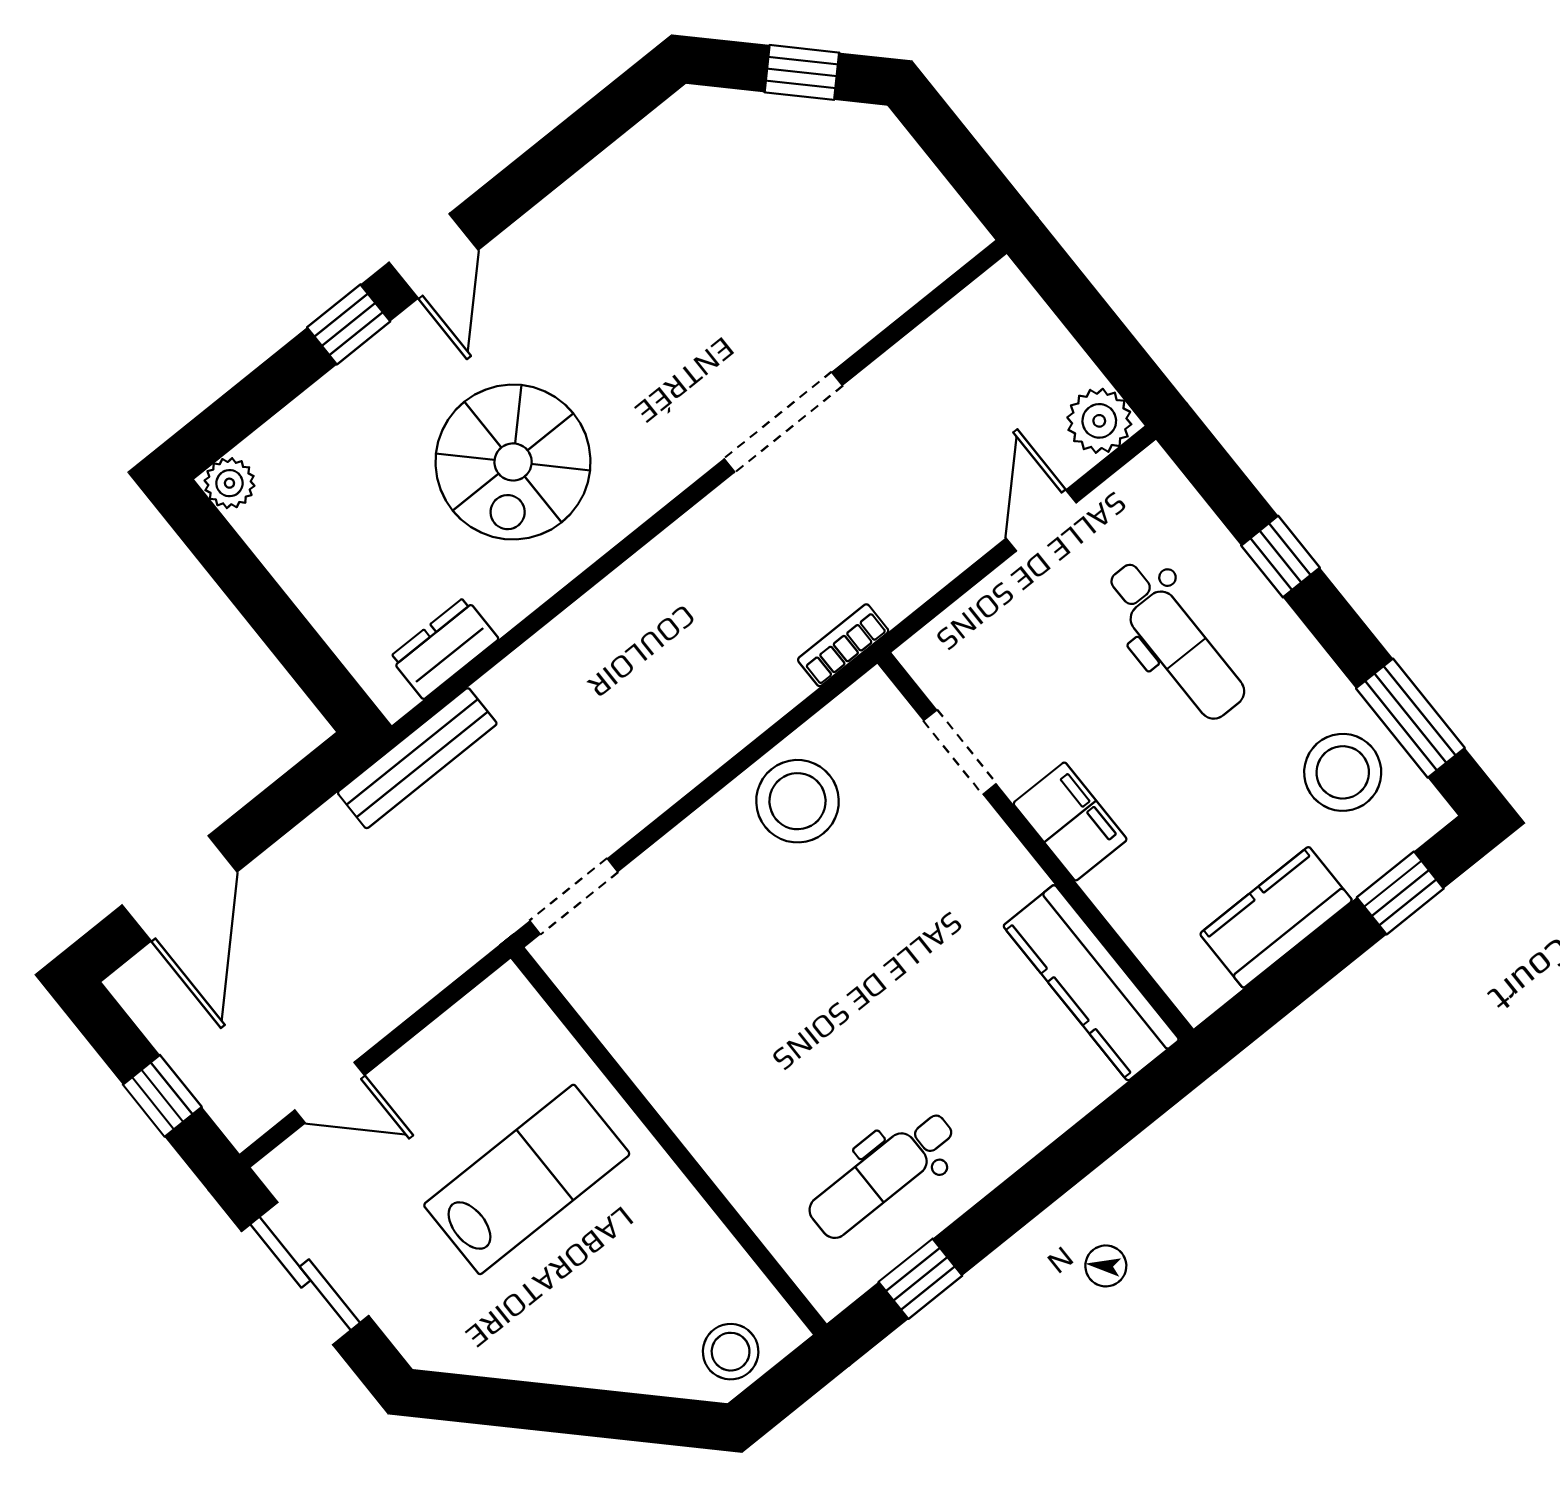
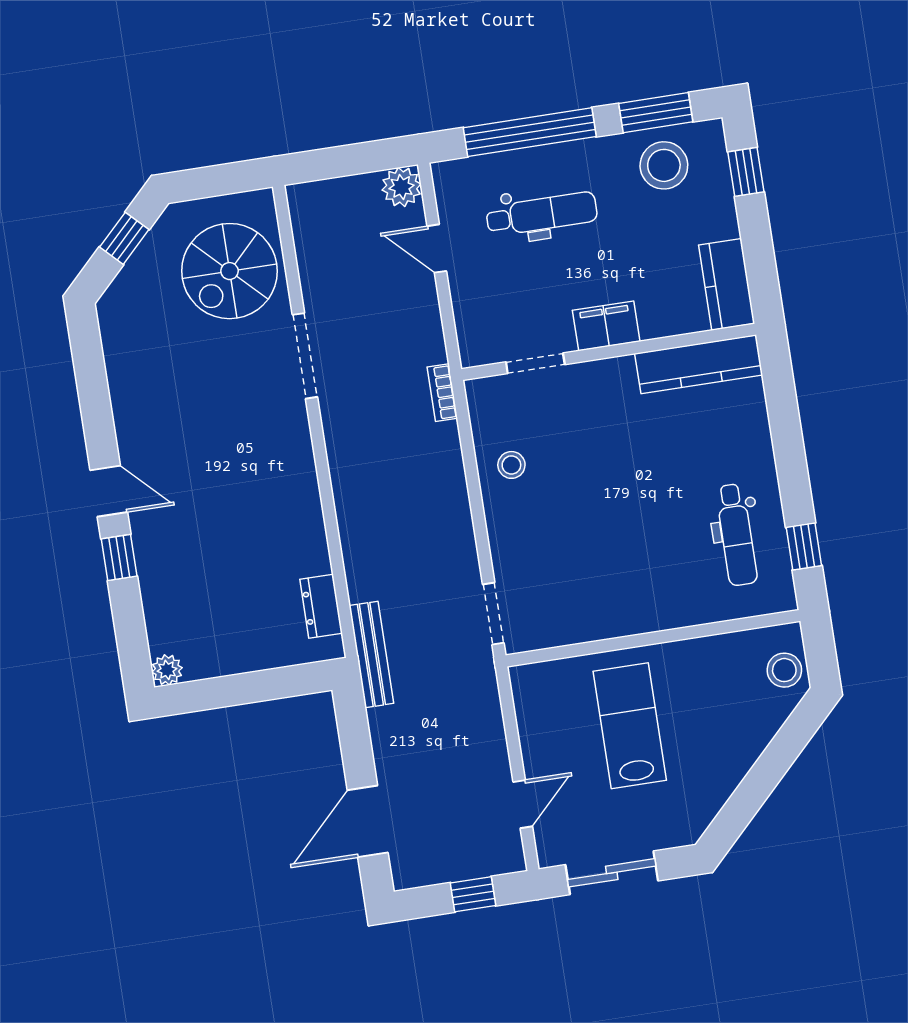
spiral stairs: (513, 462) -> (230, 271), moved, turned 90
window: (1280, 557) -> (530, 132), width x3.17
stool: (797, 801) -> (511, 465), width x0.53, depth x0.53
door: (180, 888) -> (368, 821), swing flipped
kitchen counter: (1276, 917) -> (727, 284), moved

